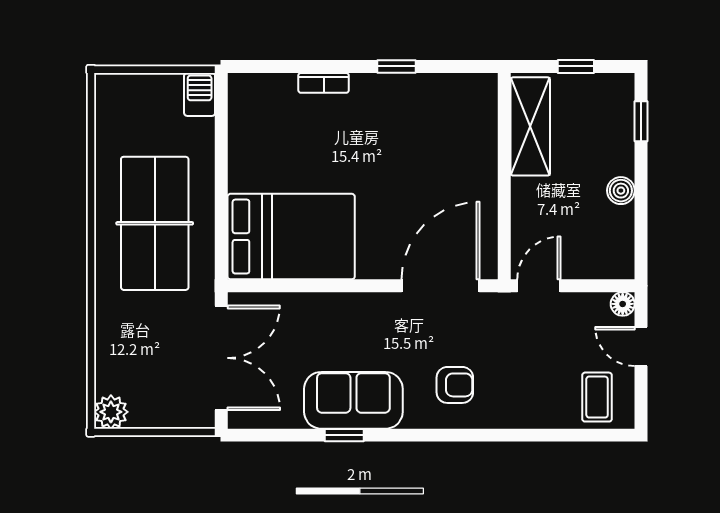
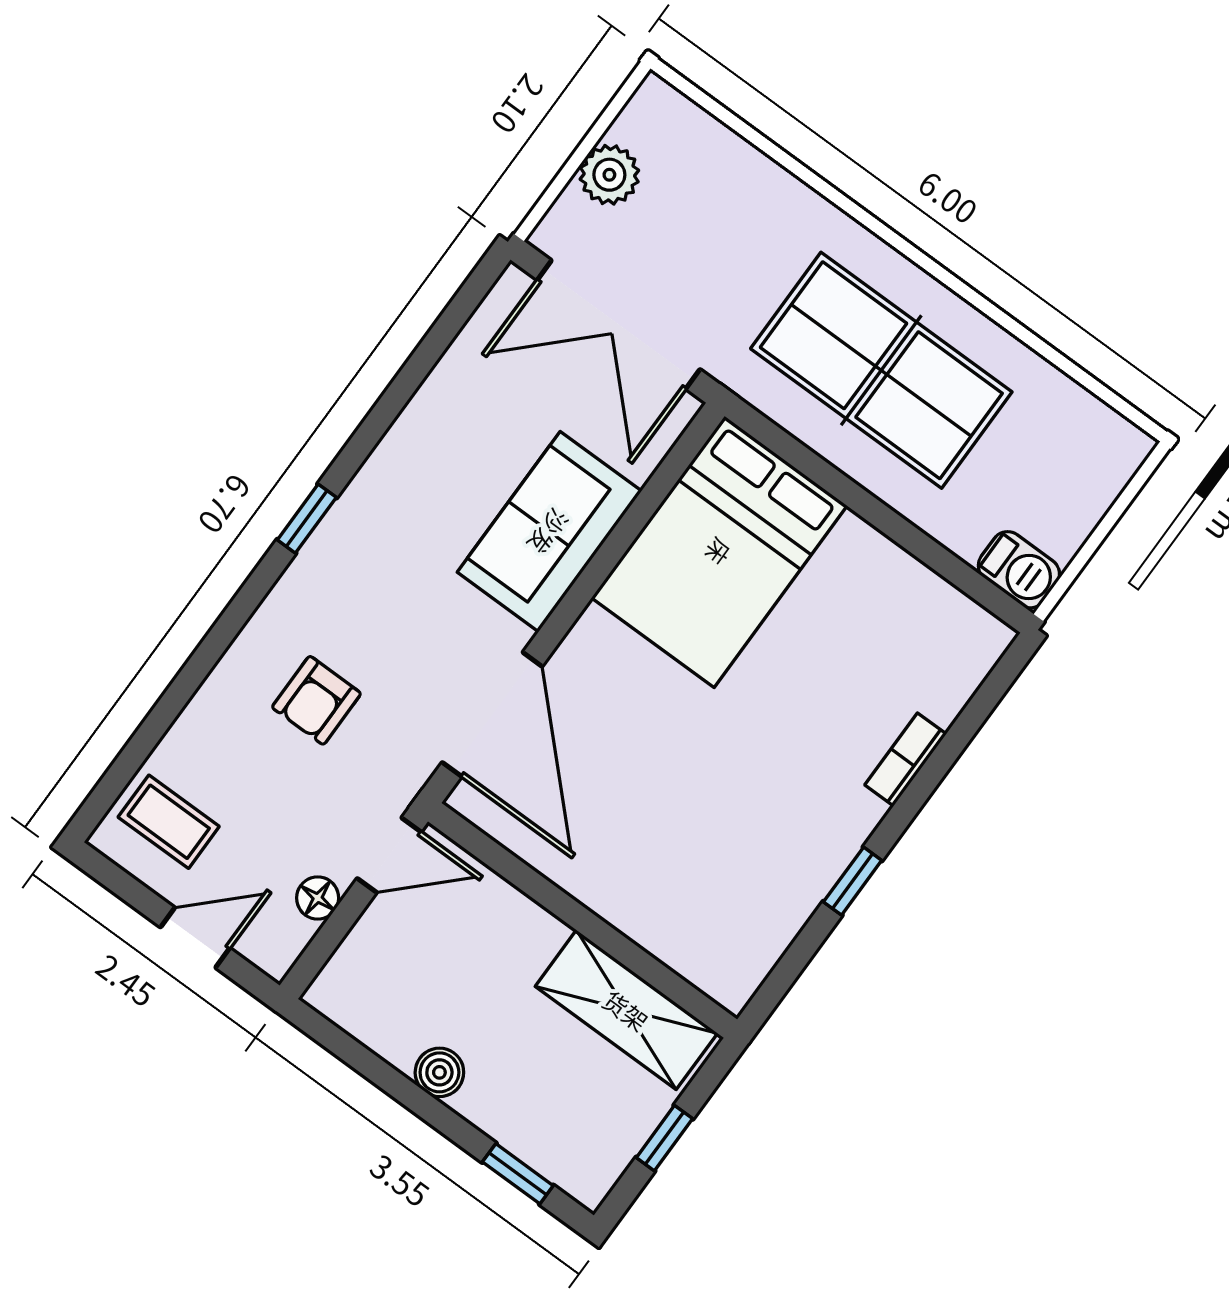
door: (539, 286) -> (389, 855), hinge flipped
floor lamp: (623, 304) -> (318, 898), moved
armchair: (455, 385) -> (316, 700), moved
sofa: (353, 400) -> (549, 532), moved, turned 180
plant: (111, 412) -> (609, 175), moved
window: (344, 435) -> (307, 519), moved

